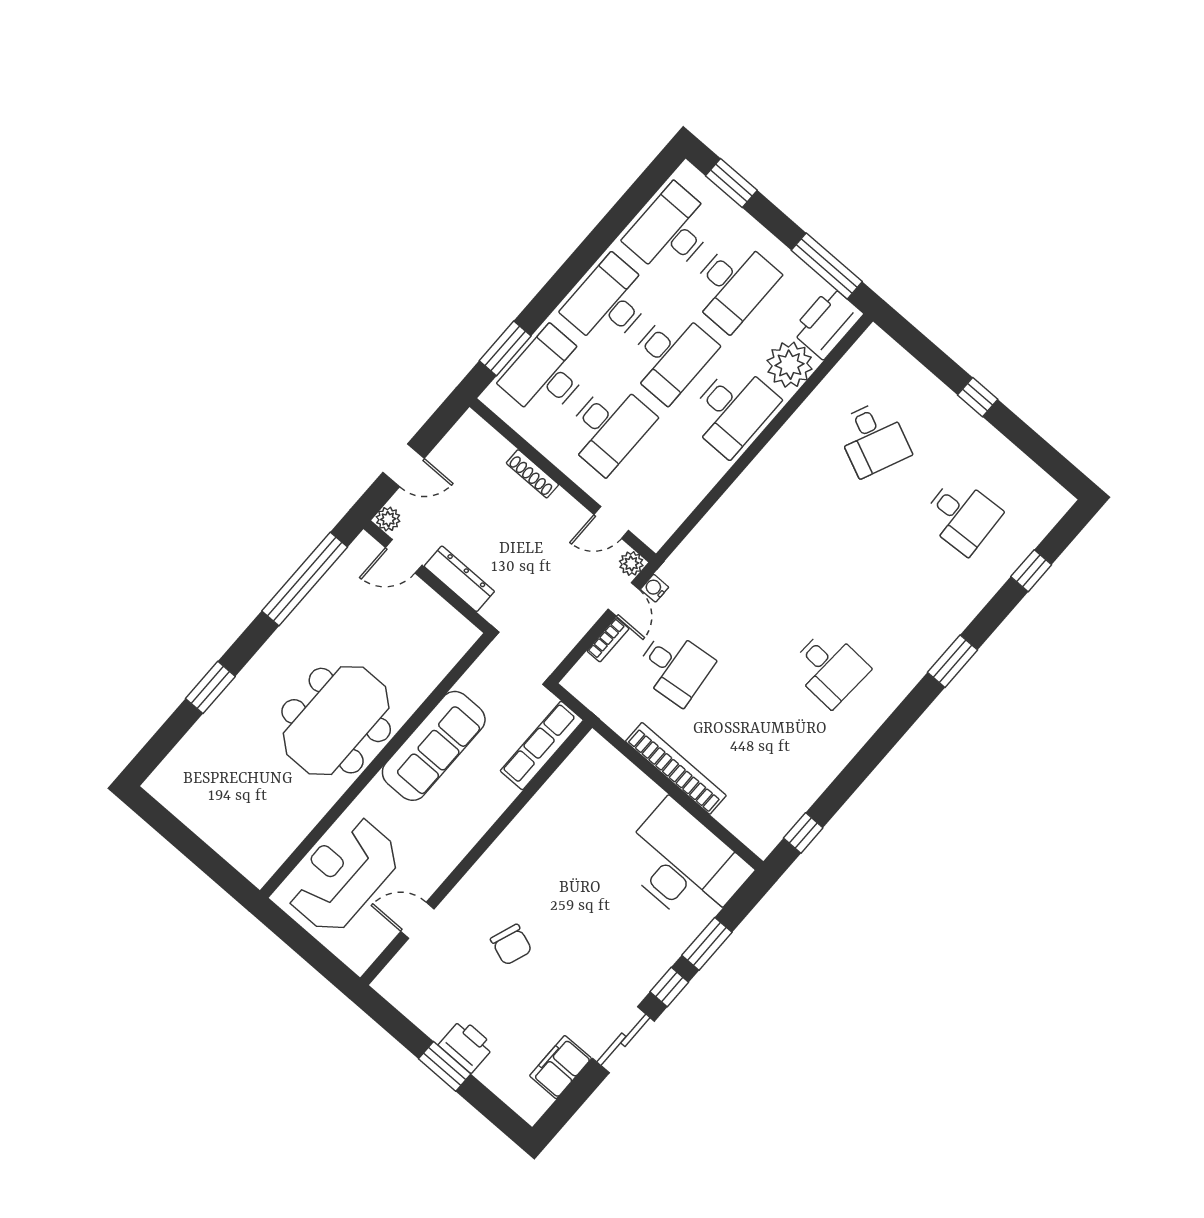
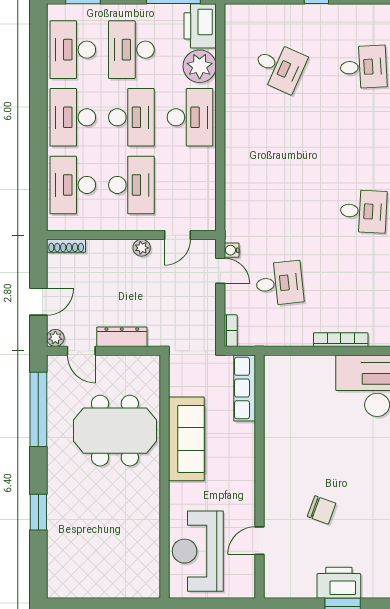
desk: (733, 285) -> (131, 50), turned 180
window: (505, 348) -> (38, 191), removed
shoe rack: (532, 474) -> (66, 246), moved
door: (404, 556) -> (81, 351), hinge flipped
plant: (631, 563) -> (142, 248), moved
bookcase: (608, 640) -> (231, 331), moved
meeting table: (336, 721) -> (115, 431), moved, turned 90
bookcase: (676, 768) -> (341, 340), width x0.68, depth x0.76
printer: (466, 1046) -> (339, 583), width x1.37, depth x1.19

